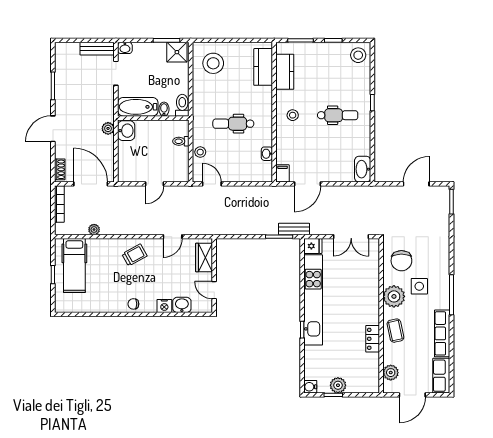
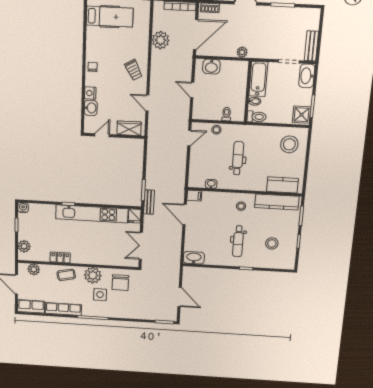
washbasin: (125, 48) -> (307, 76), width x1.91, depth x1.45
stool: (358, 55) -> (272, 243), moved
kitchen counter: (285, 72) -> (277, 202), width x1.50
washbasin: (126, 131) -> (211, 67), moved
plant: (94, 230) -> (161, 40), width x1.87, depth x1.87
chair: (401, 261) -> (120, 283), turned -90
hospital bed: (74, 266) -> (110, 17), moved, turned 180
plant: (338, 385) -> (24, 246), moved

